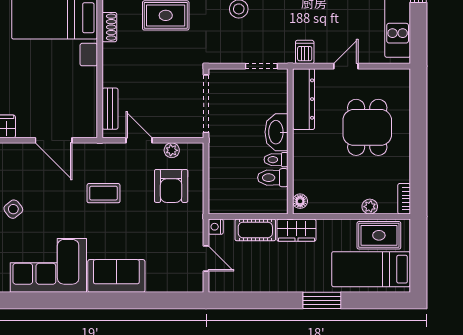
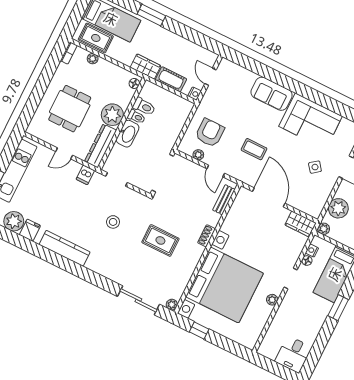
shoe rack: (109, 27) -> (206, 236), moved
door: (54, 140) -> (269, 197), width x1.36
plant: (308, 147) -> (112, 115), added

